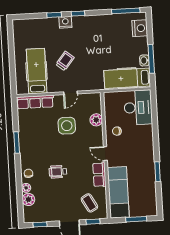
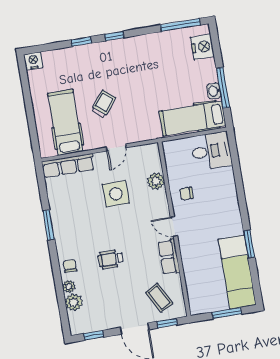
nightstand: (65, 22) -> (33, 61), moved
desk: (138, 107) -> (211, 151), width x0.73
exam couch: (118, 192) -> (237, 272), moved, turned 180

